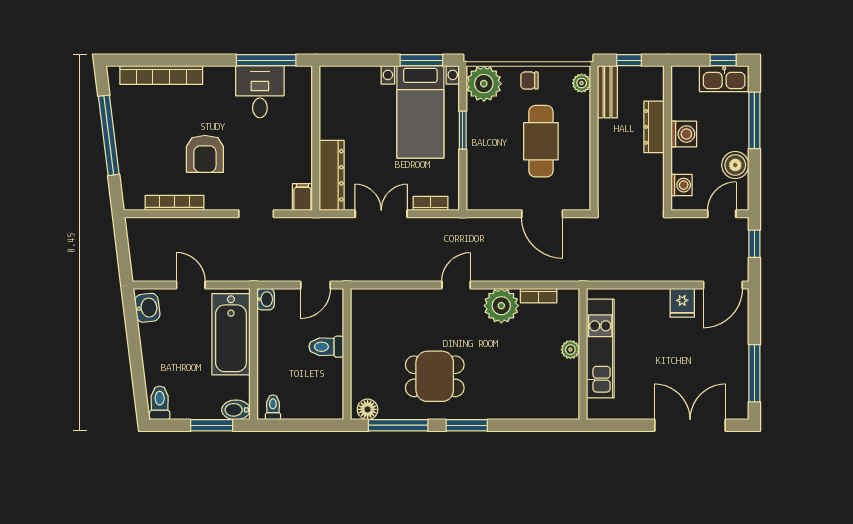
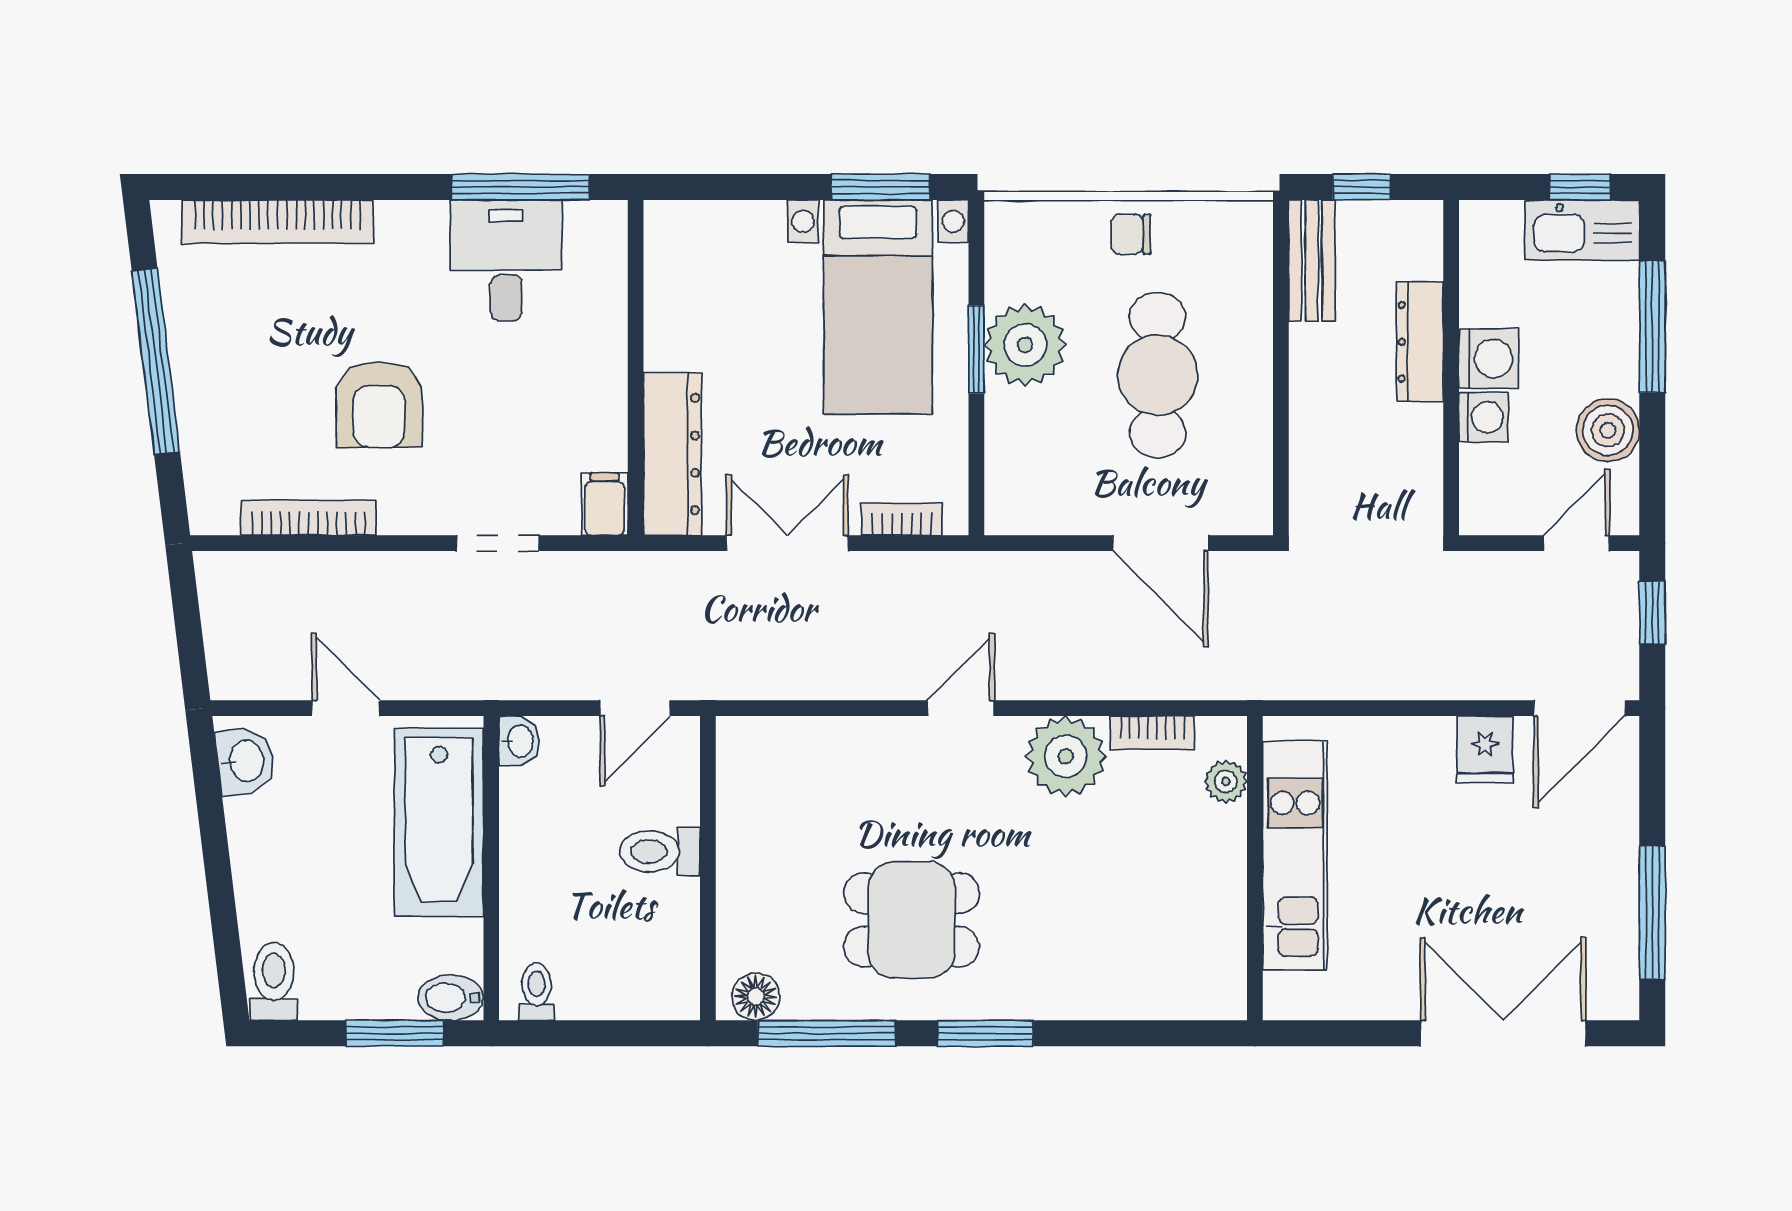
plant: (582, 83) -> (1252, 240), removed
plant: (484, 84) -> (1025, 345), moved
washing machine: (682, 185) -> (1483, 417), moved
plant: (570, 350) -> (1226, 782), moved

